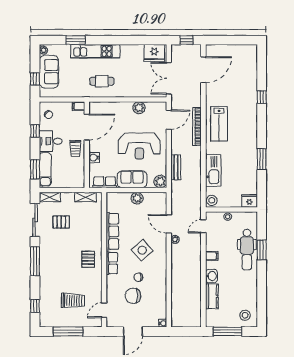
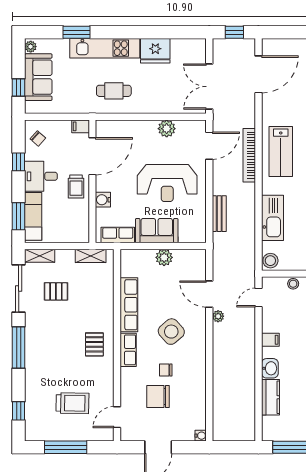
fridge: (154, 53) -> (155, 51), moved
plant: (160, 182) -> (197, 234), removed

